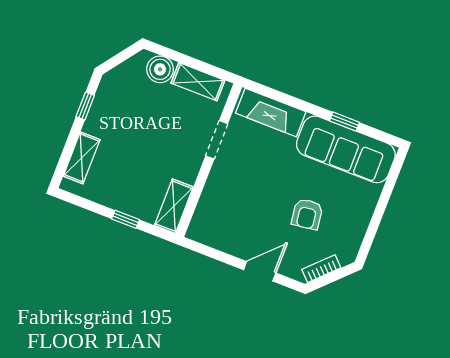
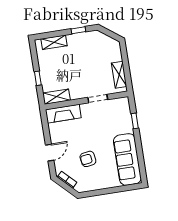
boiler: (160, 69) -> (115, 54), removed
fireplace: (271, 112) -> (63, 114), moved, turned -90
window: (344, 122) -> (135, 121), moved
door: (260, 271) -> (50, 153), hinge flipped

